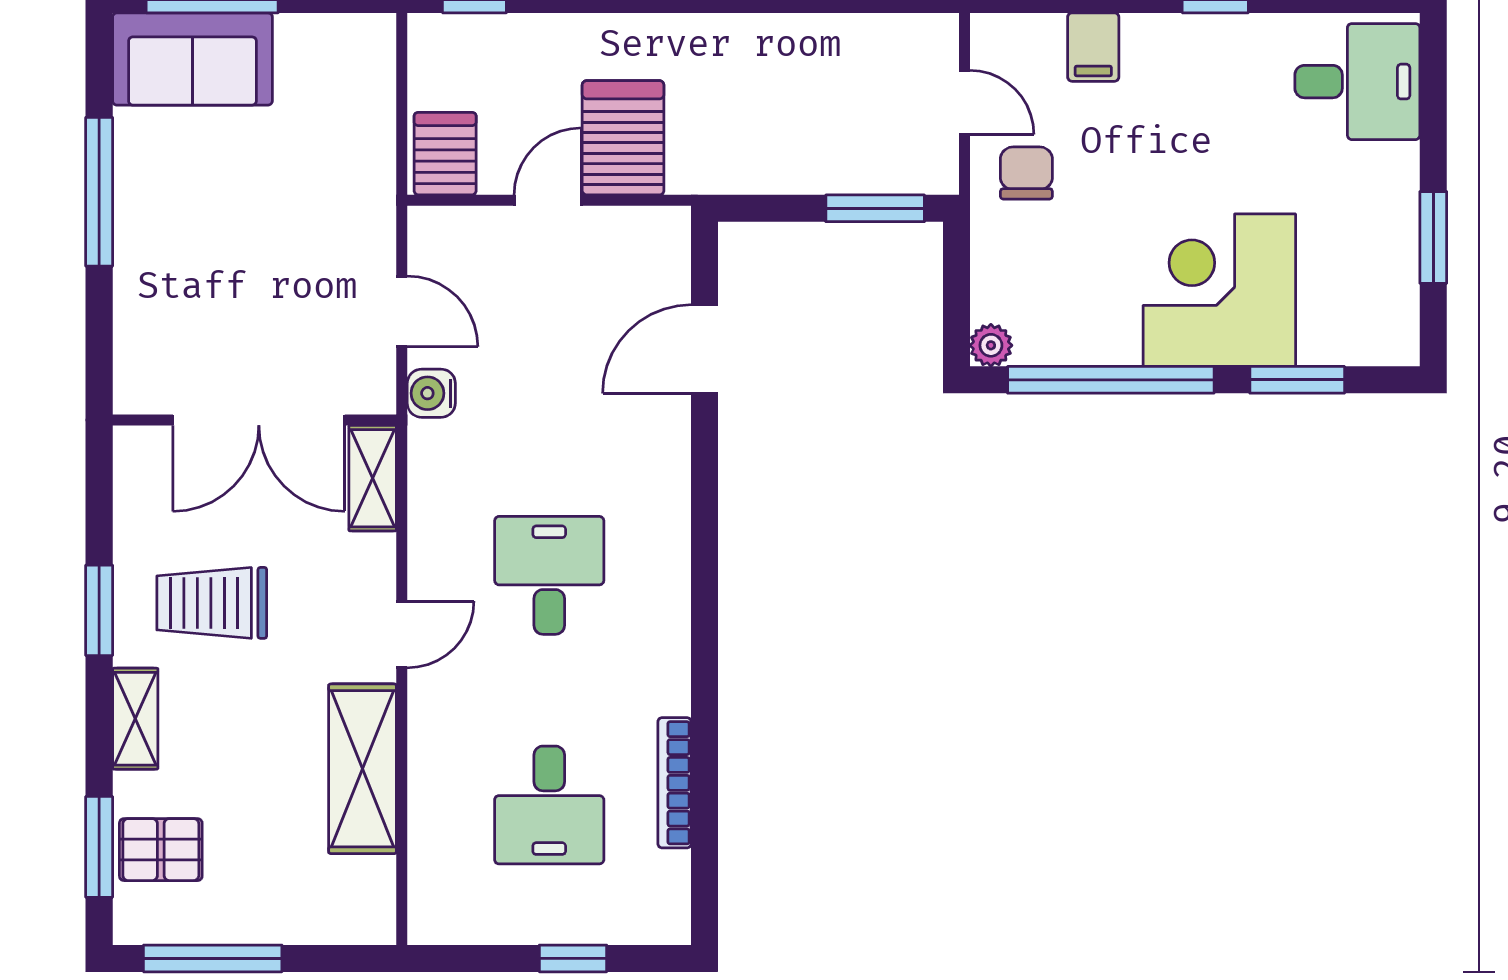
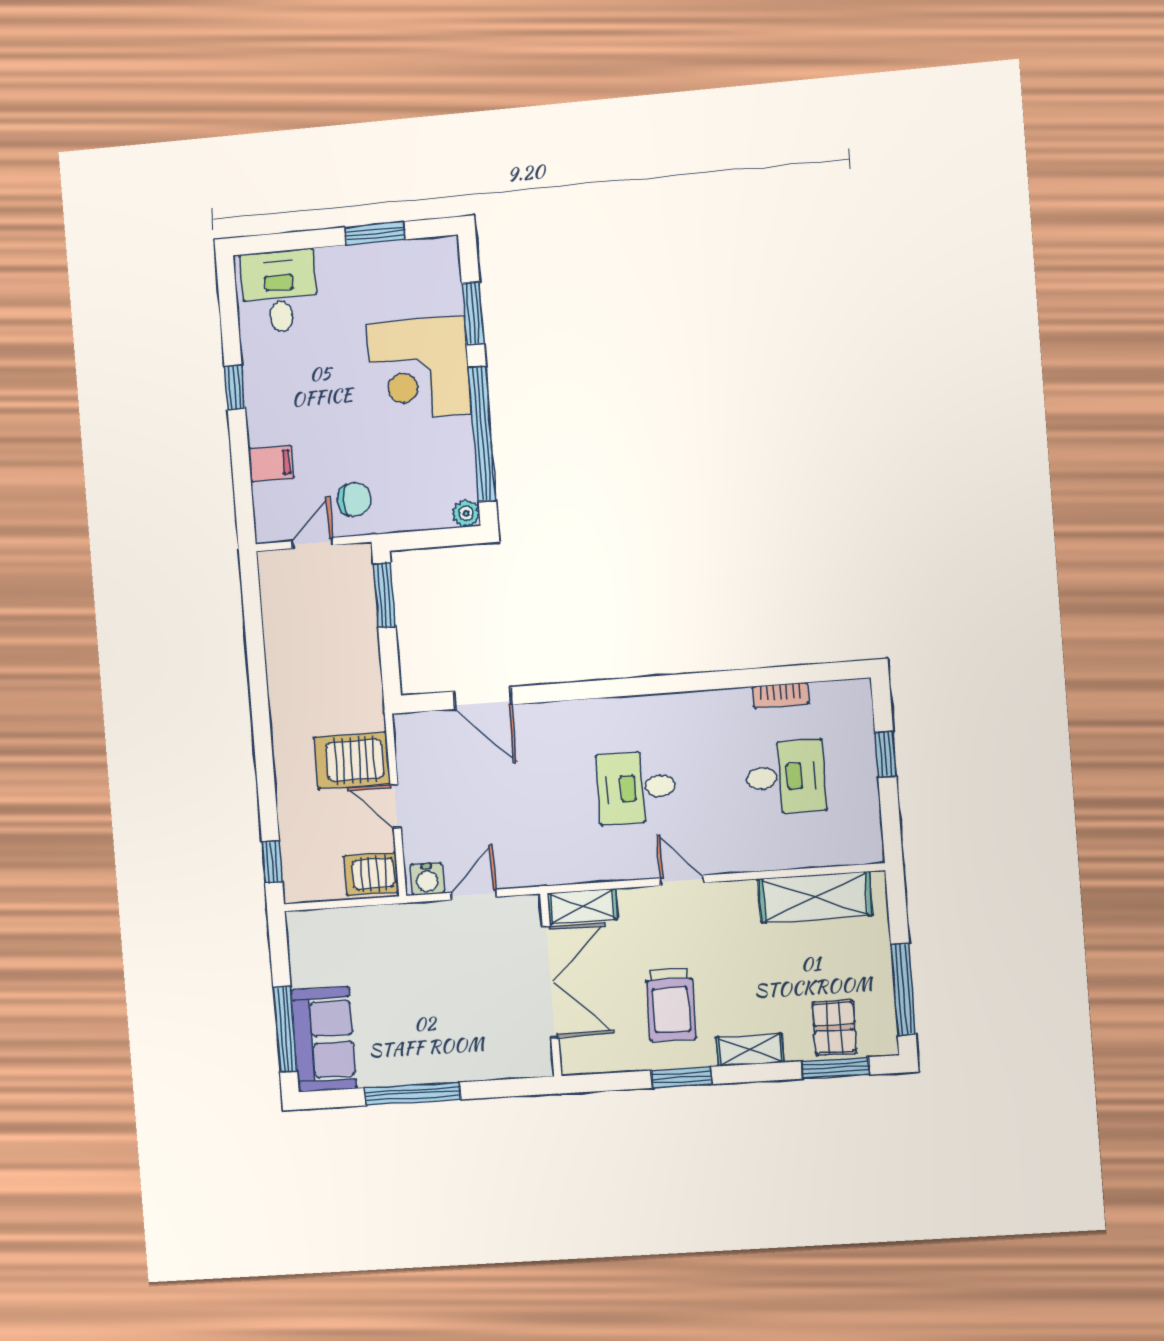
chair: (1026, 173) -> (354, 500), turned 180
water cooler: (431, 393) -> (427, 879), moved
shelving: (363, 769) -> (815, 897), moved
bookcase: (675, 783) -> (781, 695), width x0.64

